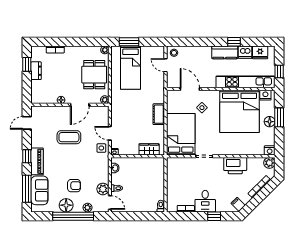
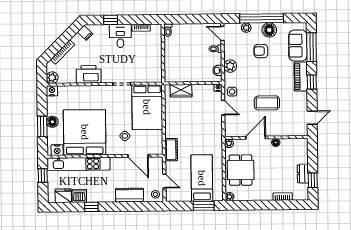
kitchen counter: (225, 52) -> (130, 195), moved
cot: (159, 114) -> (171, 150), moved
plant: (103, 189) -> (230, 66), moved

